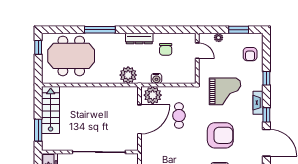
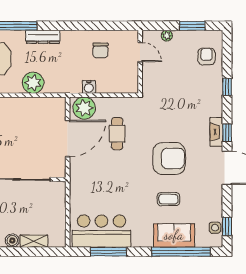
dresser: (139, 39) -> (43, 37), moved
armchair: (250, 54) -> (206, 56), turned 180
plant: (128, 75) -> (33, 83), moved
grand piano: (225, 91) -> (175, 103), removed
fireplace: (258, 103) -> (216, 132), moved

